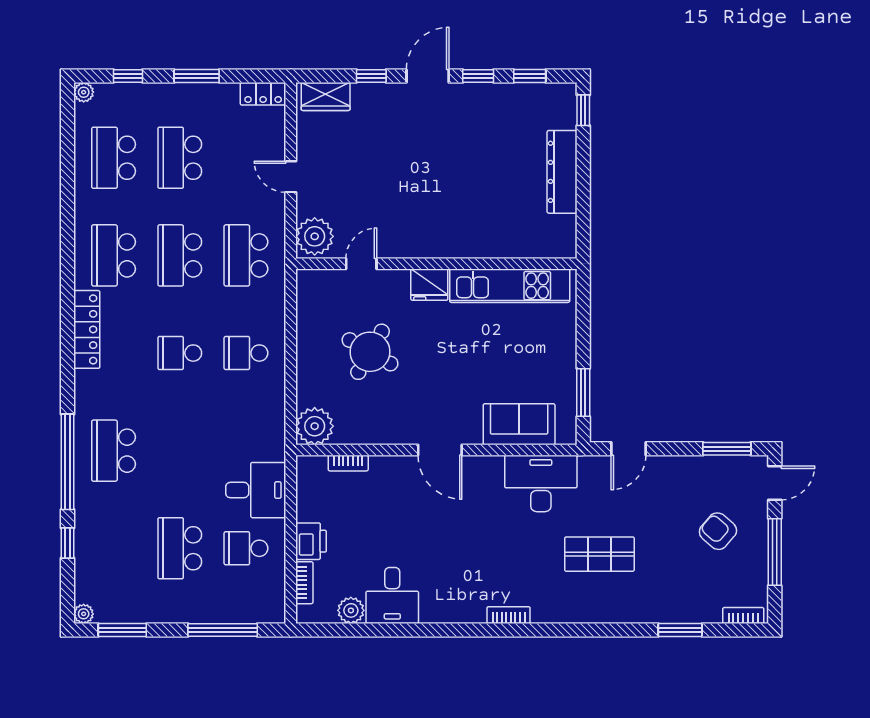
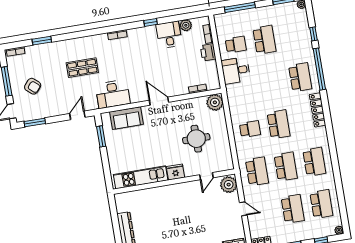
locker: (87, 329) -> (318, 110), moved
round table: (370, 352) -> (196, 139), turned -30
school desk: (180, 353) -> (279, 124), width x1.85
window: (429, 630) -> (151, 22), added

